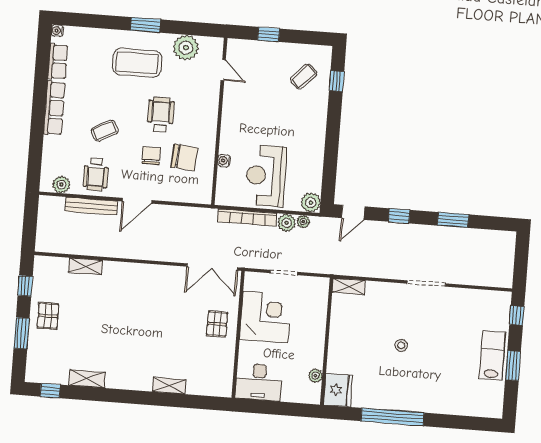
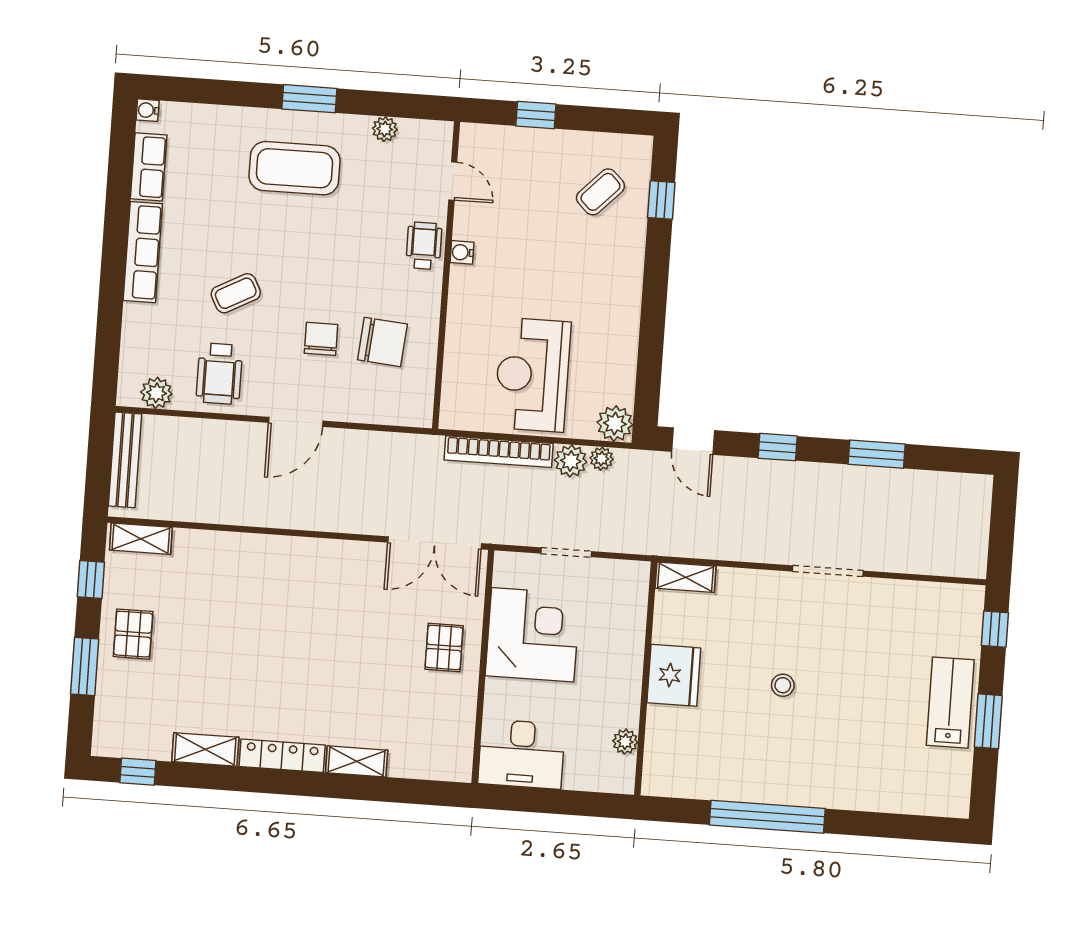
plant: (186, 48) -> (385, 129), width x0.53, depth x0.53
wheelchair: (161, 115) -> (424, 246), moved, width x0.73, depth x0.73
water cooler: (224, 160) -> (462, 252), moved
bench: (91, 206) -> (125, 460), moved, turned 90
door: (353, 212) -> (693, 441), hinge flipped
shelving: (86, 266) -> (141, 539), moved
locker: (129, 382) -> (282, 756), added
fridge: (338, 390) -> (674, 675), moved

